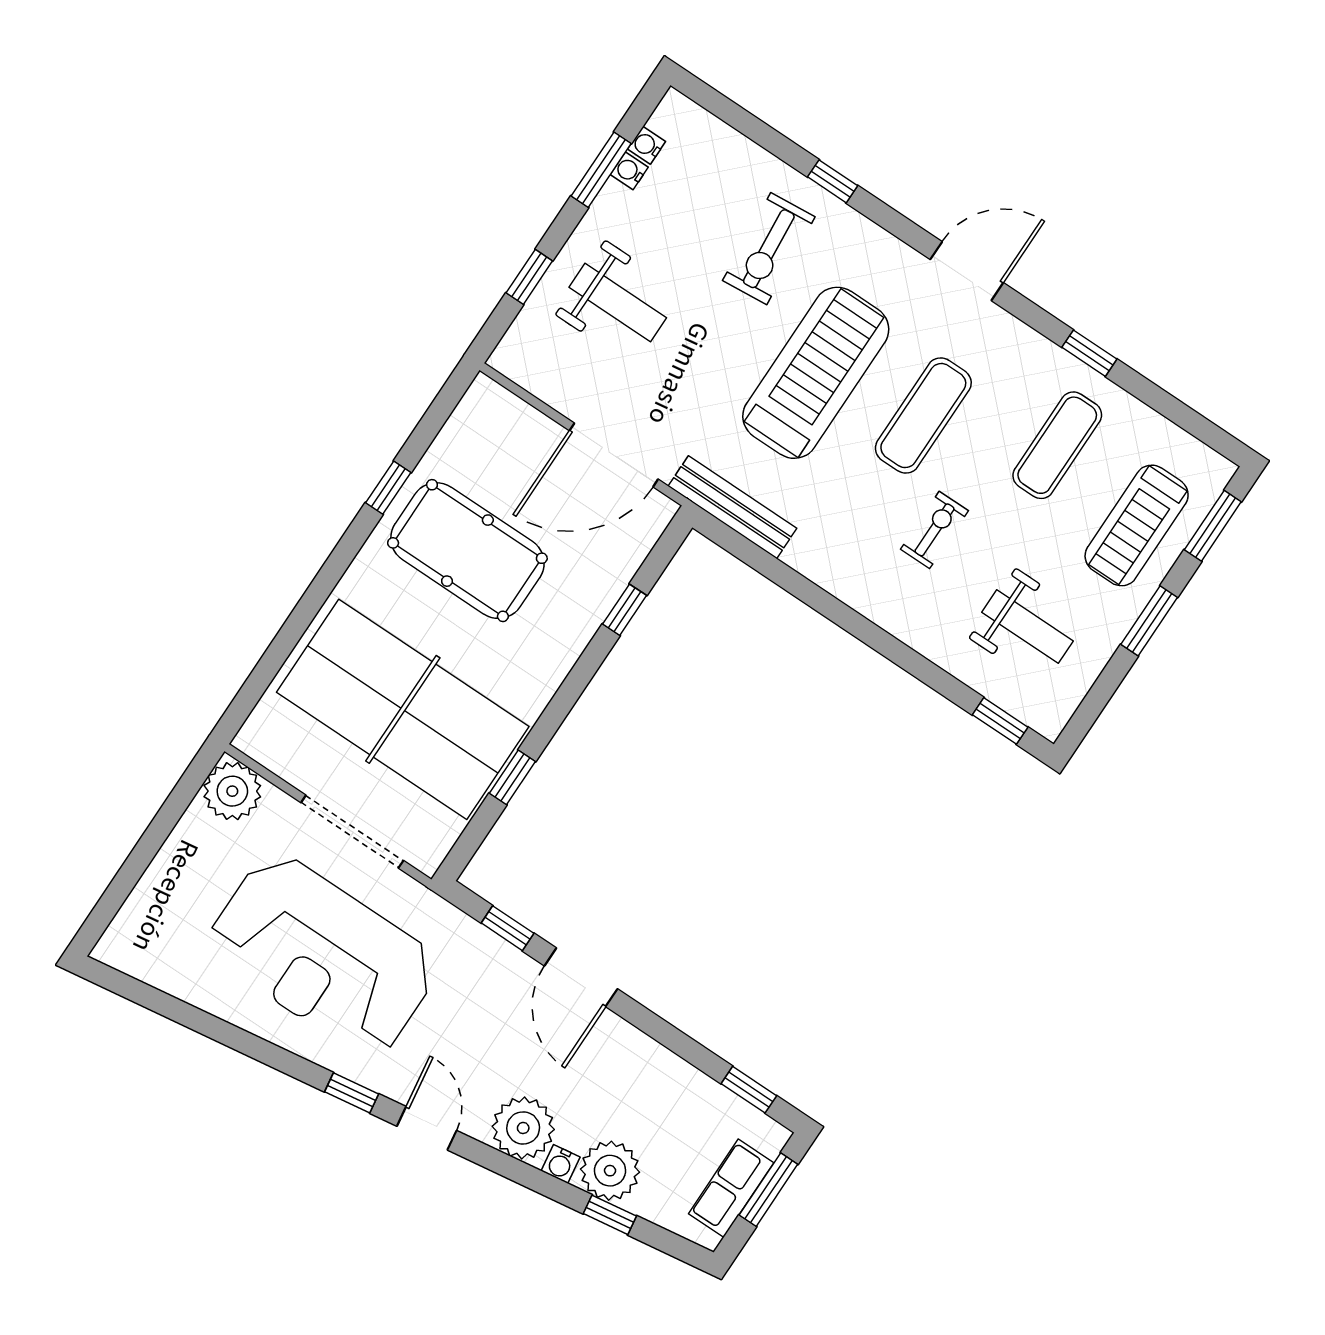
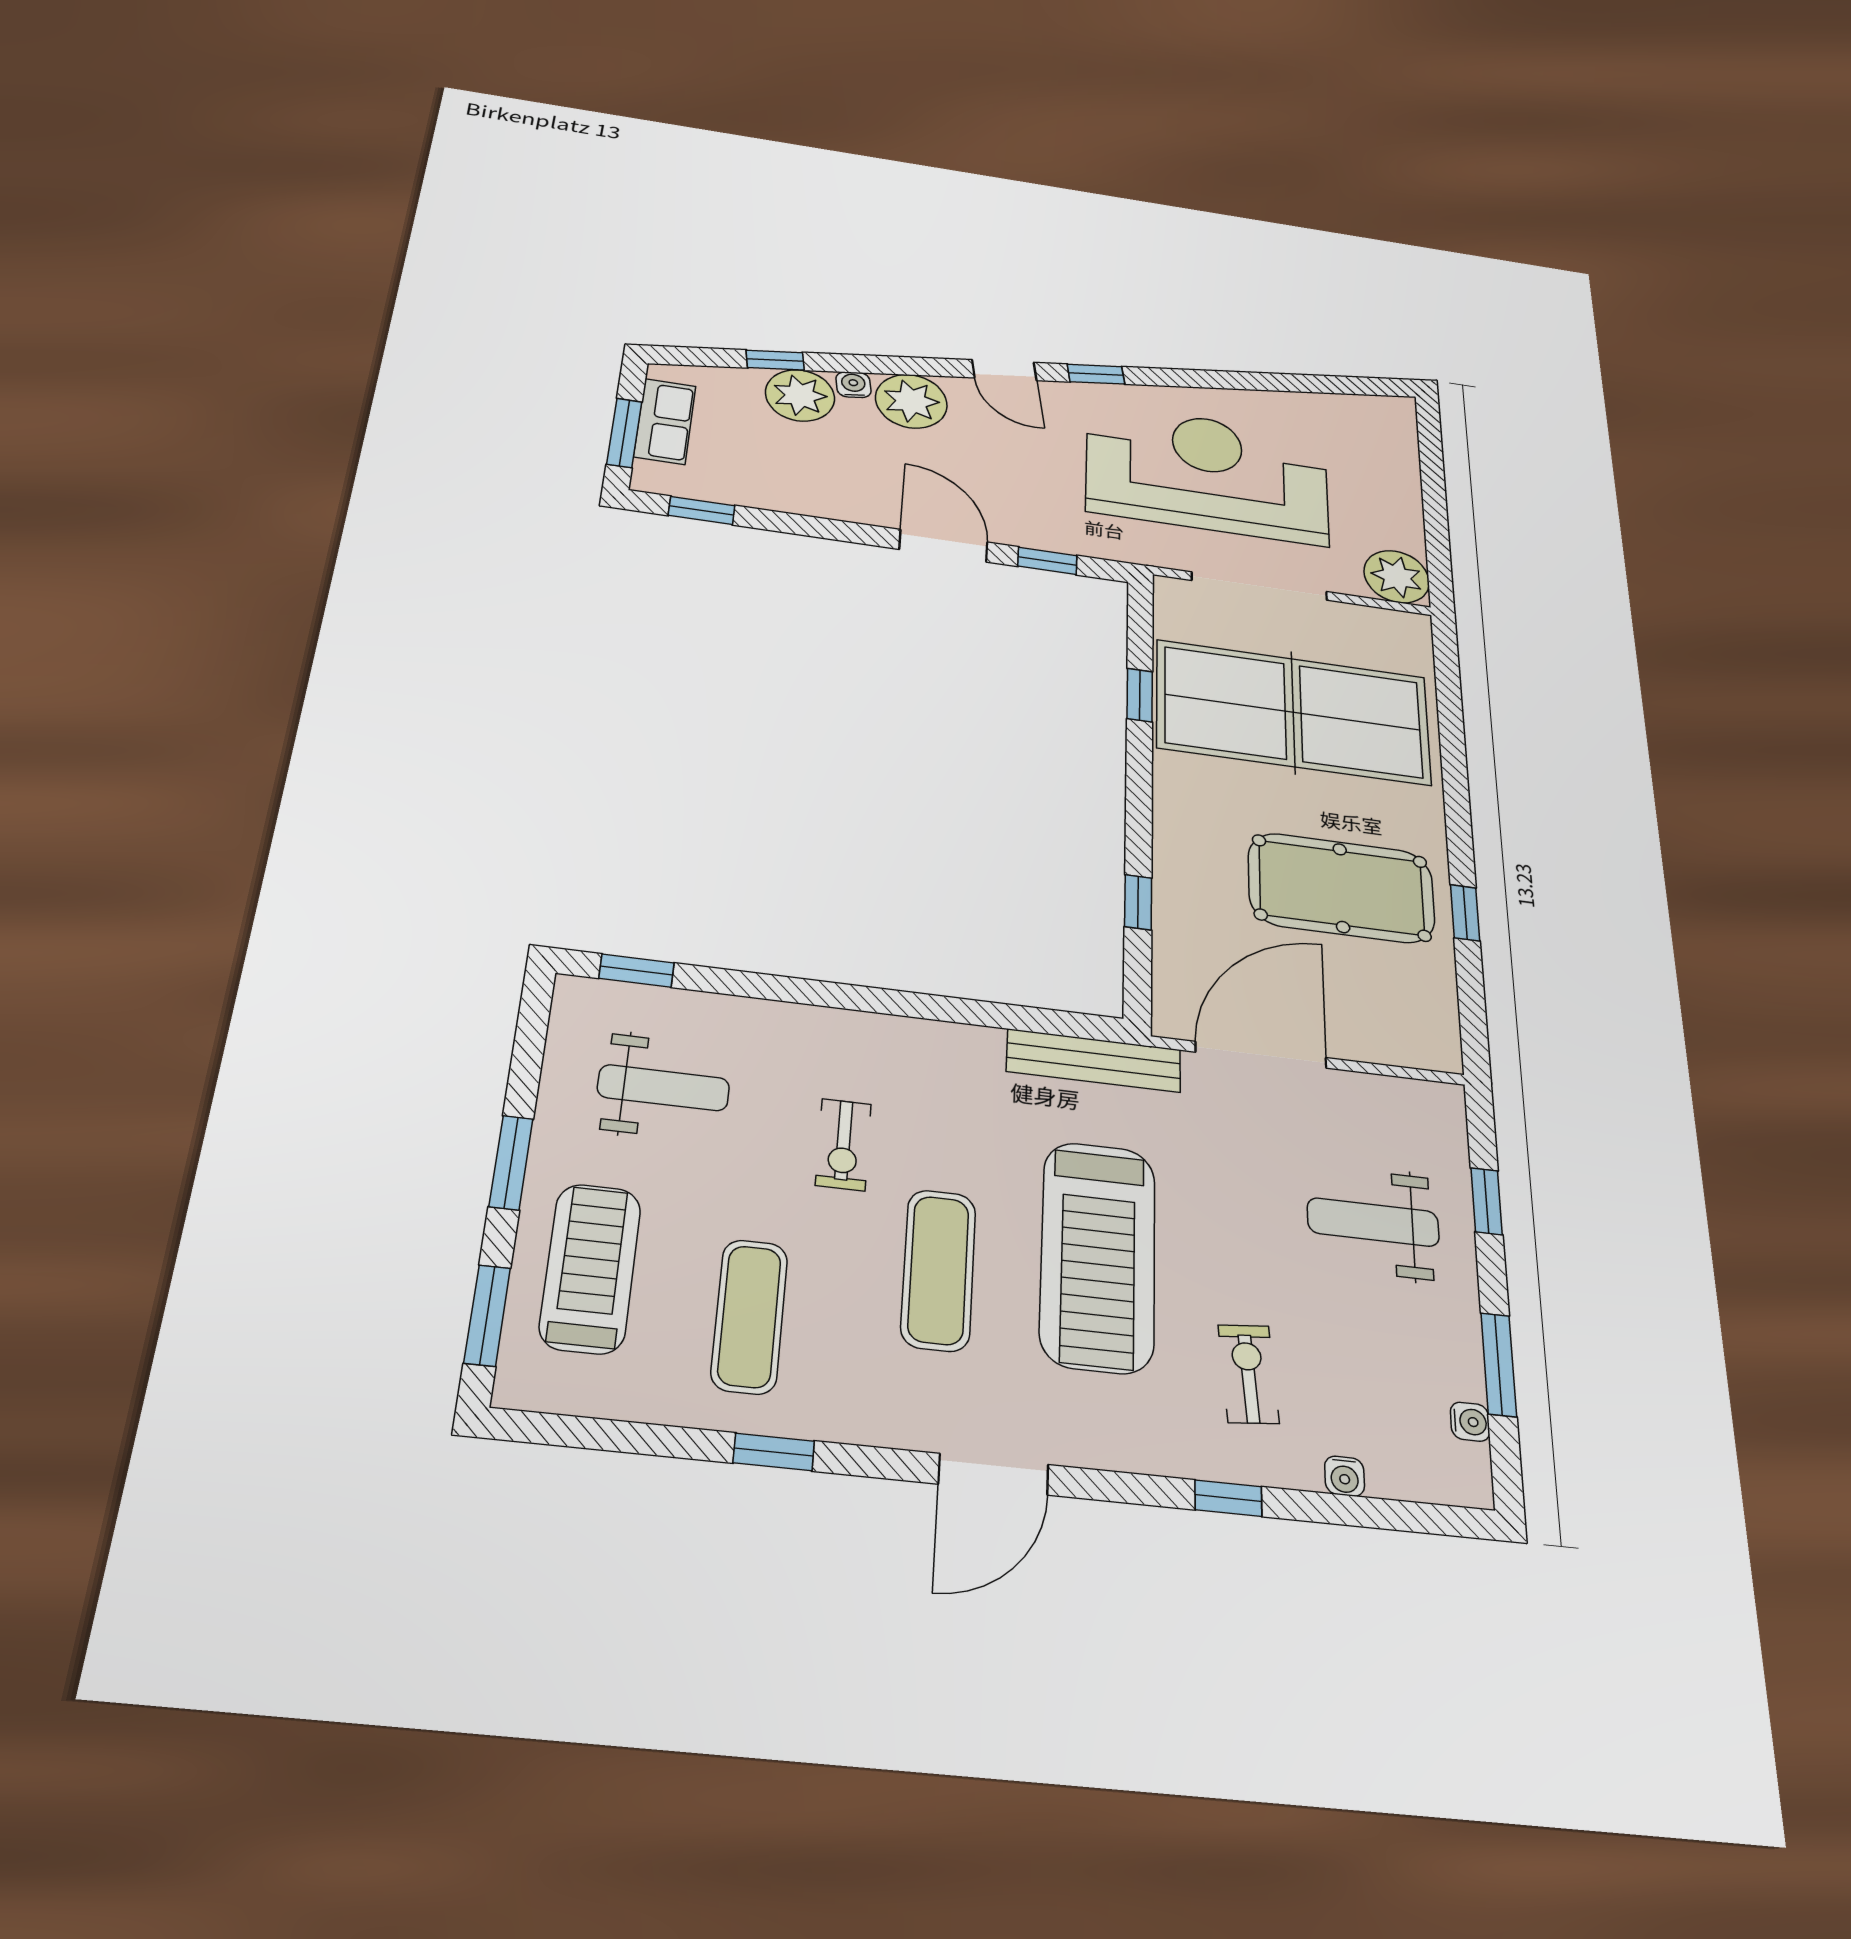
water cooler: (629, 171) -> (1345, 1476), moved, turned 90
exercise bike: (769, 249) -> (1248, 1374), width x0.73, depth x0.72
weight bench: (1028, 627) -> (663, 1088), turned 180

